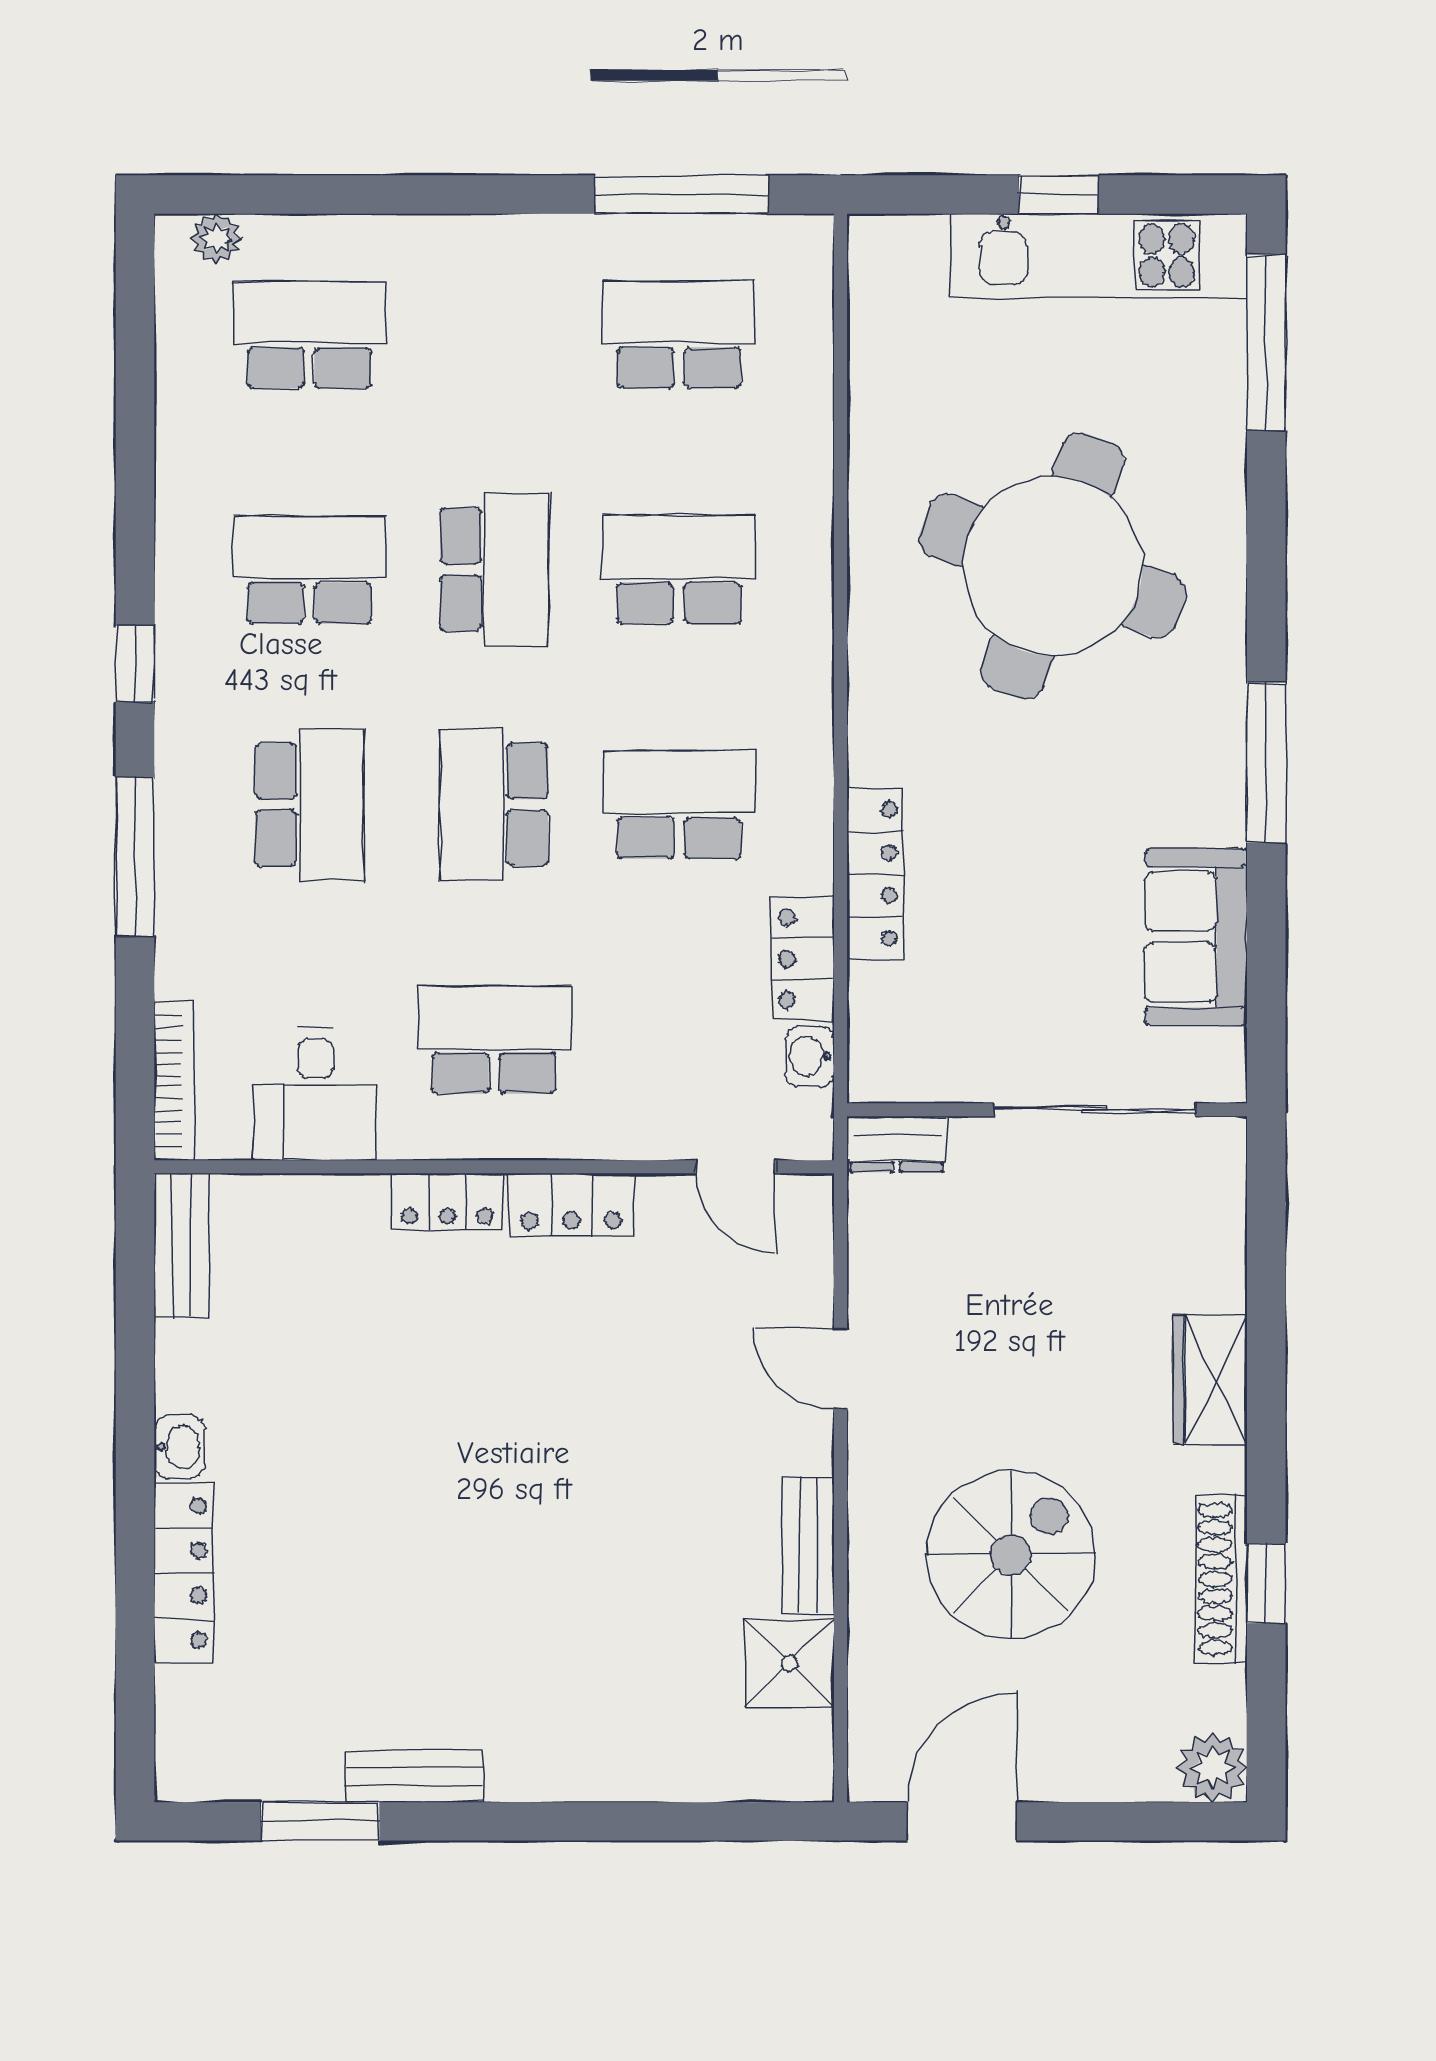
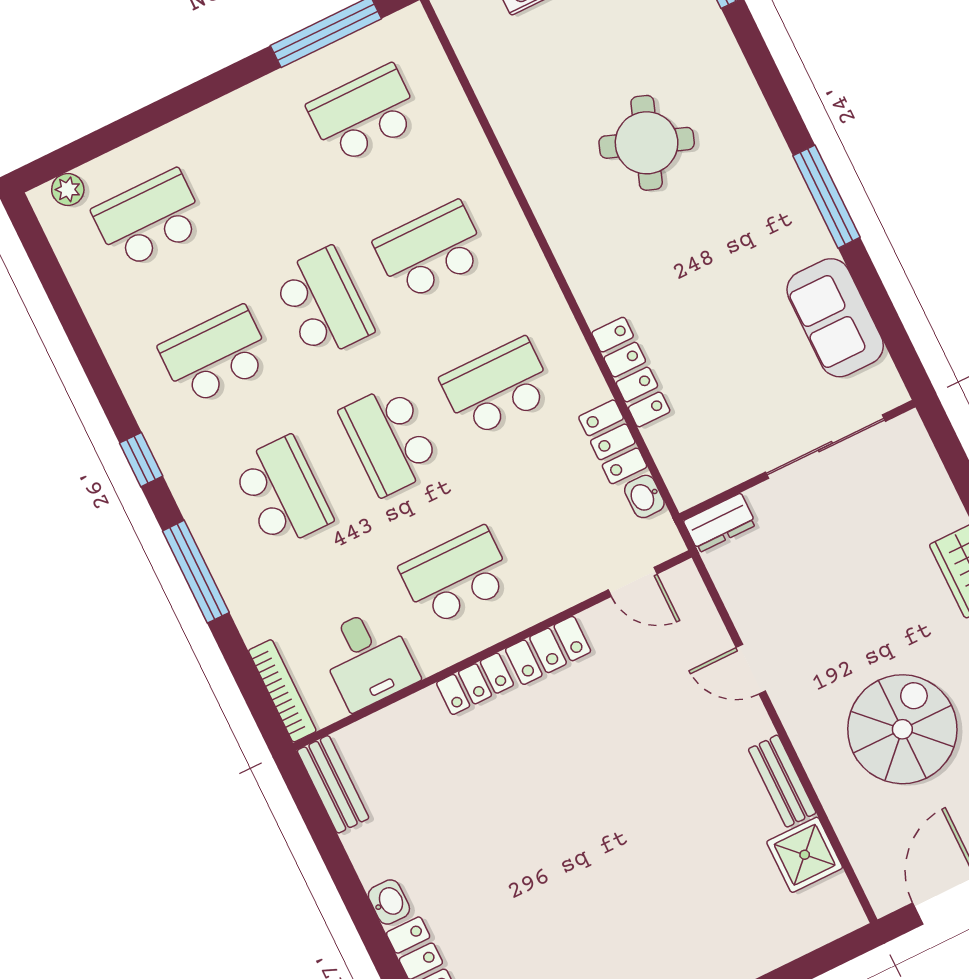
round table: (1052, 566) -> (647, 143), width x0.54, depth x0.54

